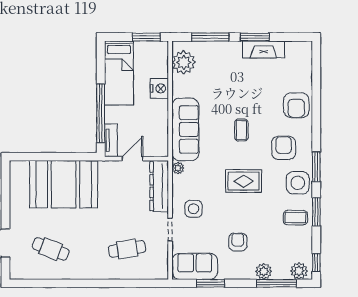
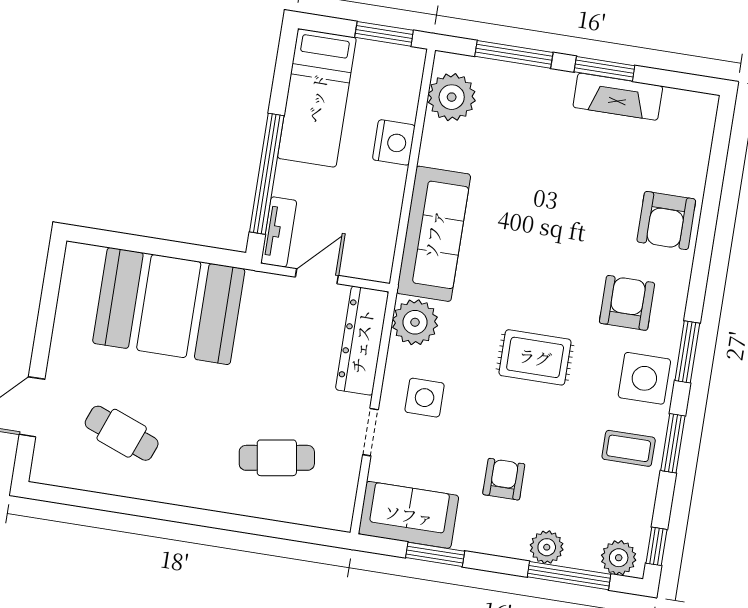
coffee table: (241, 130) -> (547, 253), removed
plant: (178, 168) -> (415, 322), width x1.88, depth x1.88

